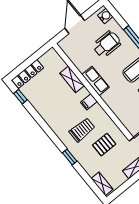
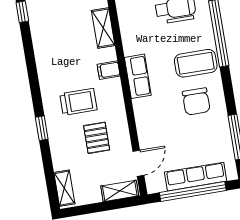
row of seats: (96, 81) -> (138, 76), moved
pallet: (104, 145) -> (97, 138), turned 90

